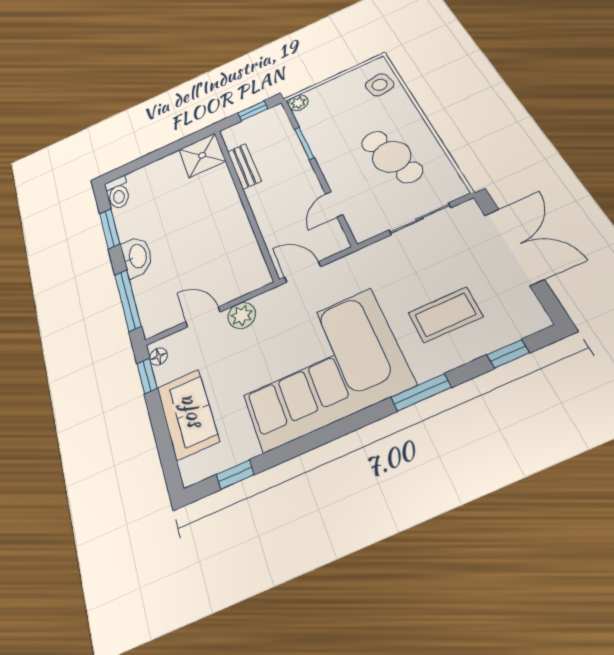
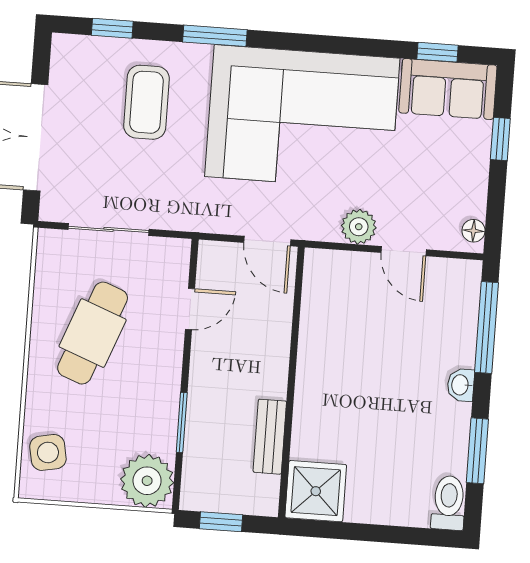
plant: (298, 103) -> (147, 481), width x1.87, depth x1.87
cafe table: (392, 157) -> (93, 333), turned 37
washbasin: (137, 256) -> (461, 385), width x0.52, depth x0.69
coffee table: (445, 315) -> (146, 102), turned 90
window: (147, 376) -> (500, 139), moved
sofa: (188, 414) -> (448, 89), moved, turned -90

